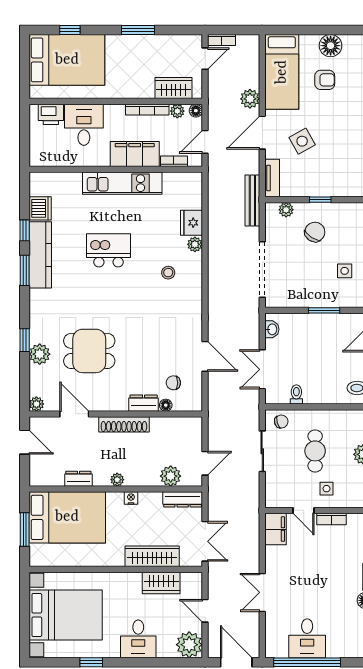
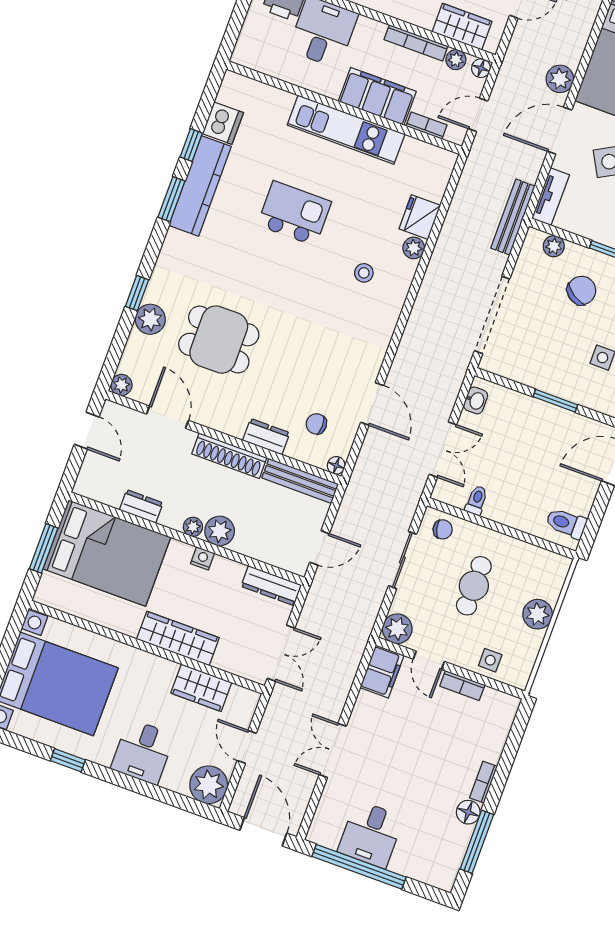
double door: (262, 369) -> (443, 450), swing flipped
floor lamp: (166, 405) -> (336, 465), moved
bench: (176, 424) -> (300, 481), added
plant: (171, 476) -> (220, 531), moved
side table: (327, 489) -> (490, 660), moved
plant: (275, 497) -> (397, 629), added
wardrobe: (152, 556) -> (178, 638), moved

